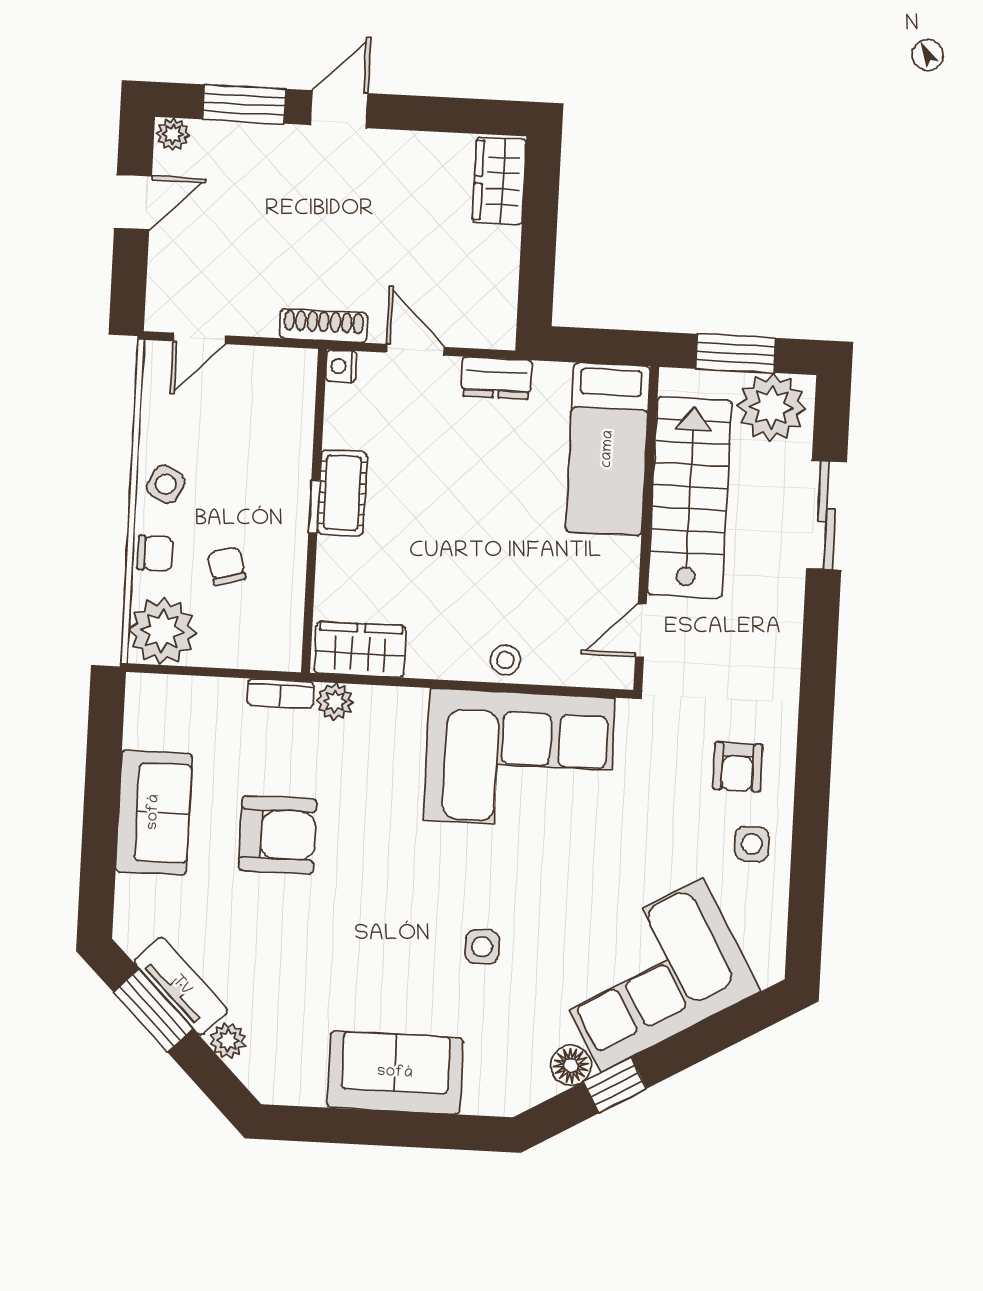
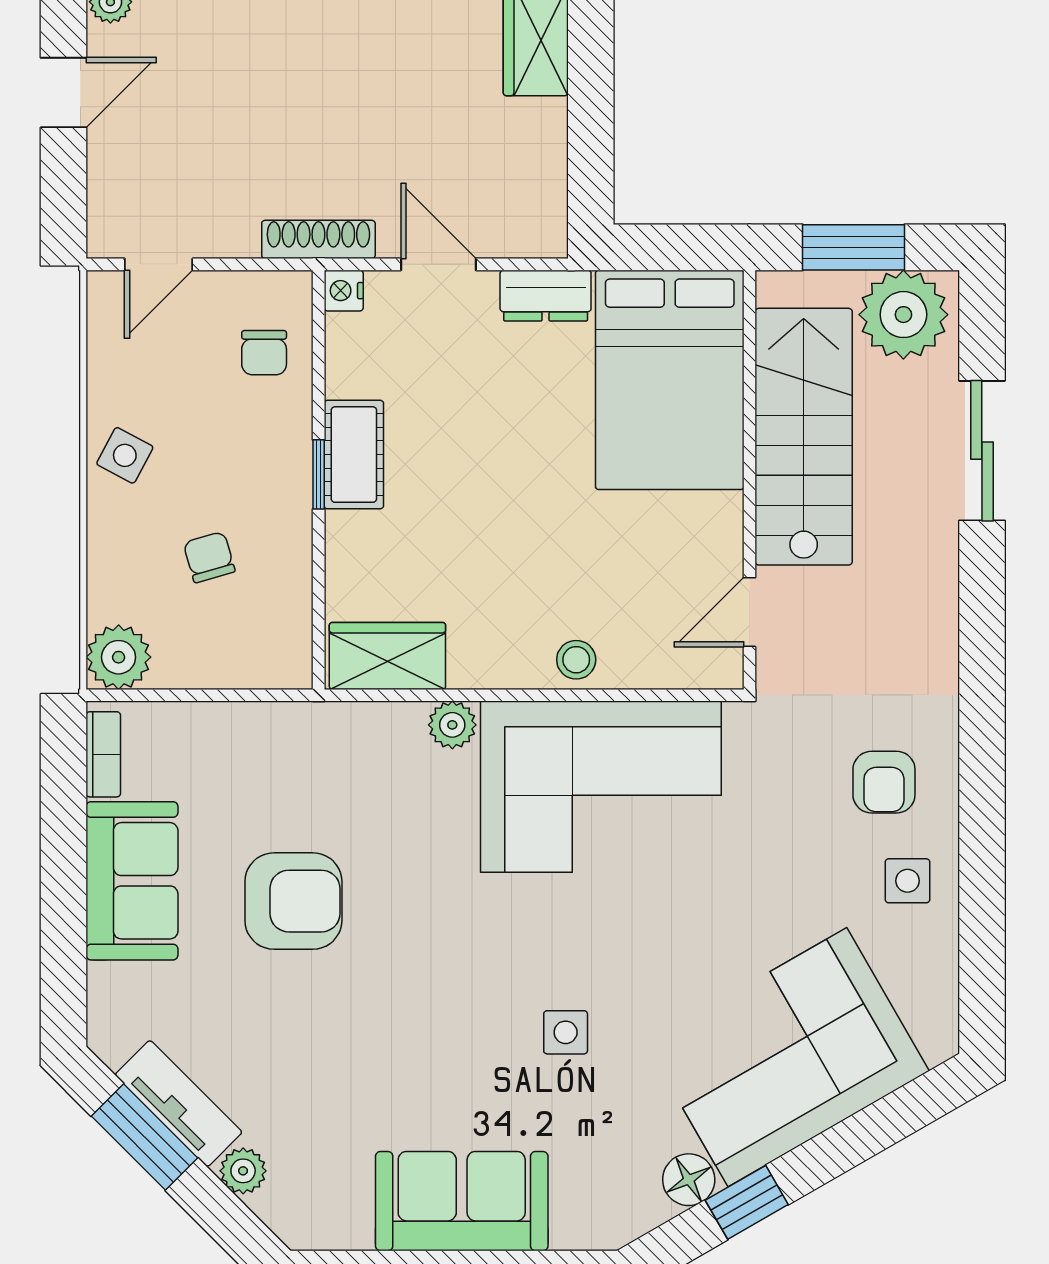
bed: (608, 449) -> (670, 380), width x1.50
chair: (155, 553) -> (264, 353), moved, turned 90
plant: (162, 631) -> (119, 657), width x0.73, depth x0.73
bookcase: (280, 693) -> (103, 754), moved, turned -90
plant: (335, 701) -> (452, 725), moved

